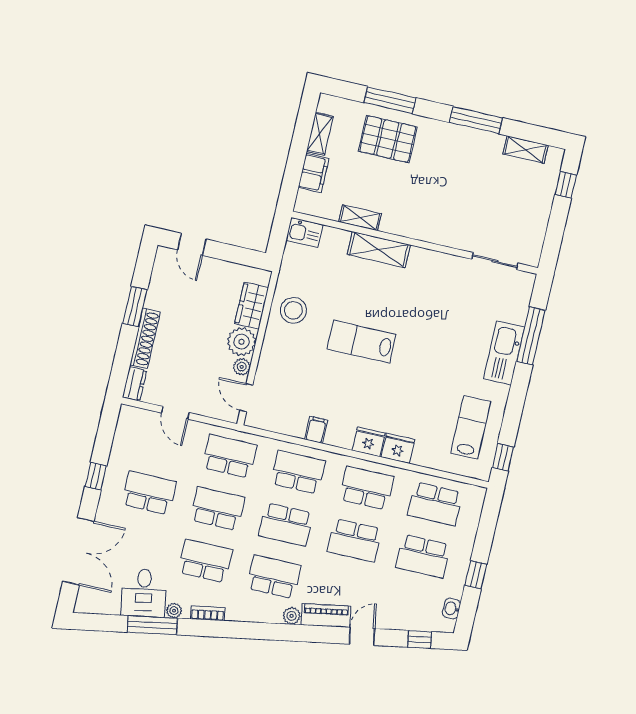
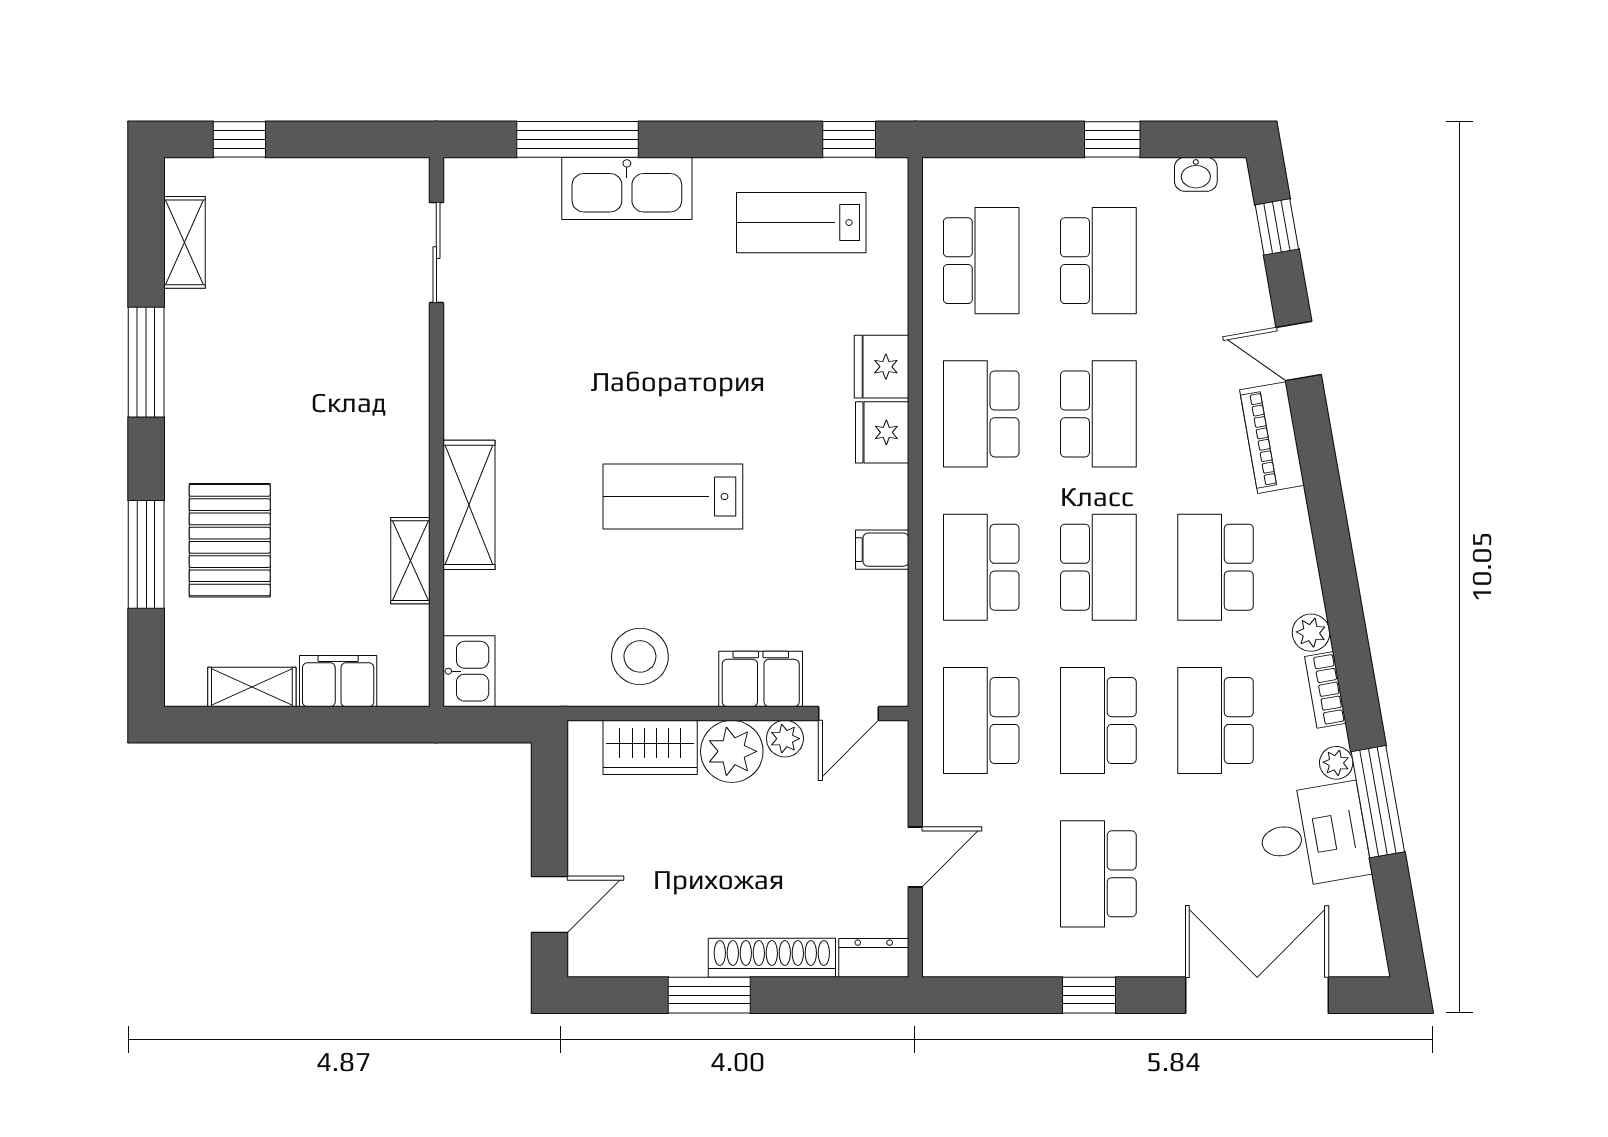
lab bench: (362, 342) -> (673, 496), turned 90
filing cabinet: (271, 362) -> (761, 679), added
plant: (292, 616) -> (1311, 633), moved

